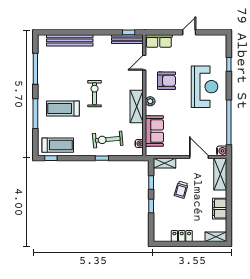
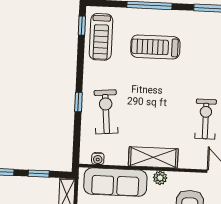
exercise bike: (95, 94) -> (206, 119), moved, turned -90
treadmill: (63, 108) -> (155, 47), turned -90
sofa: (154, 131) -> (115, 182), width x1.36

